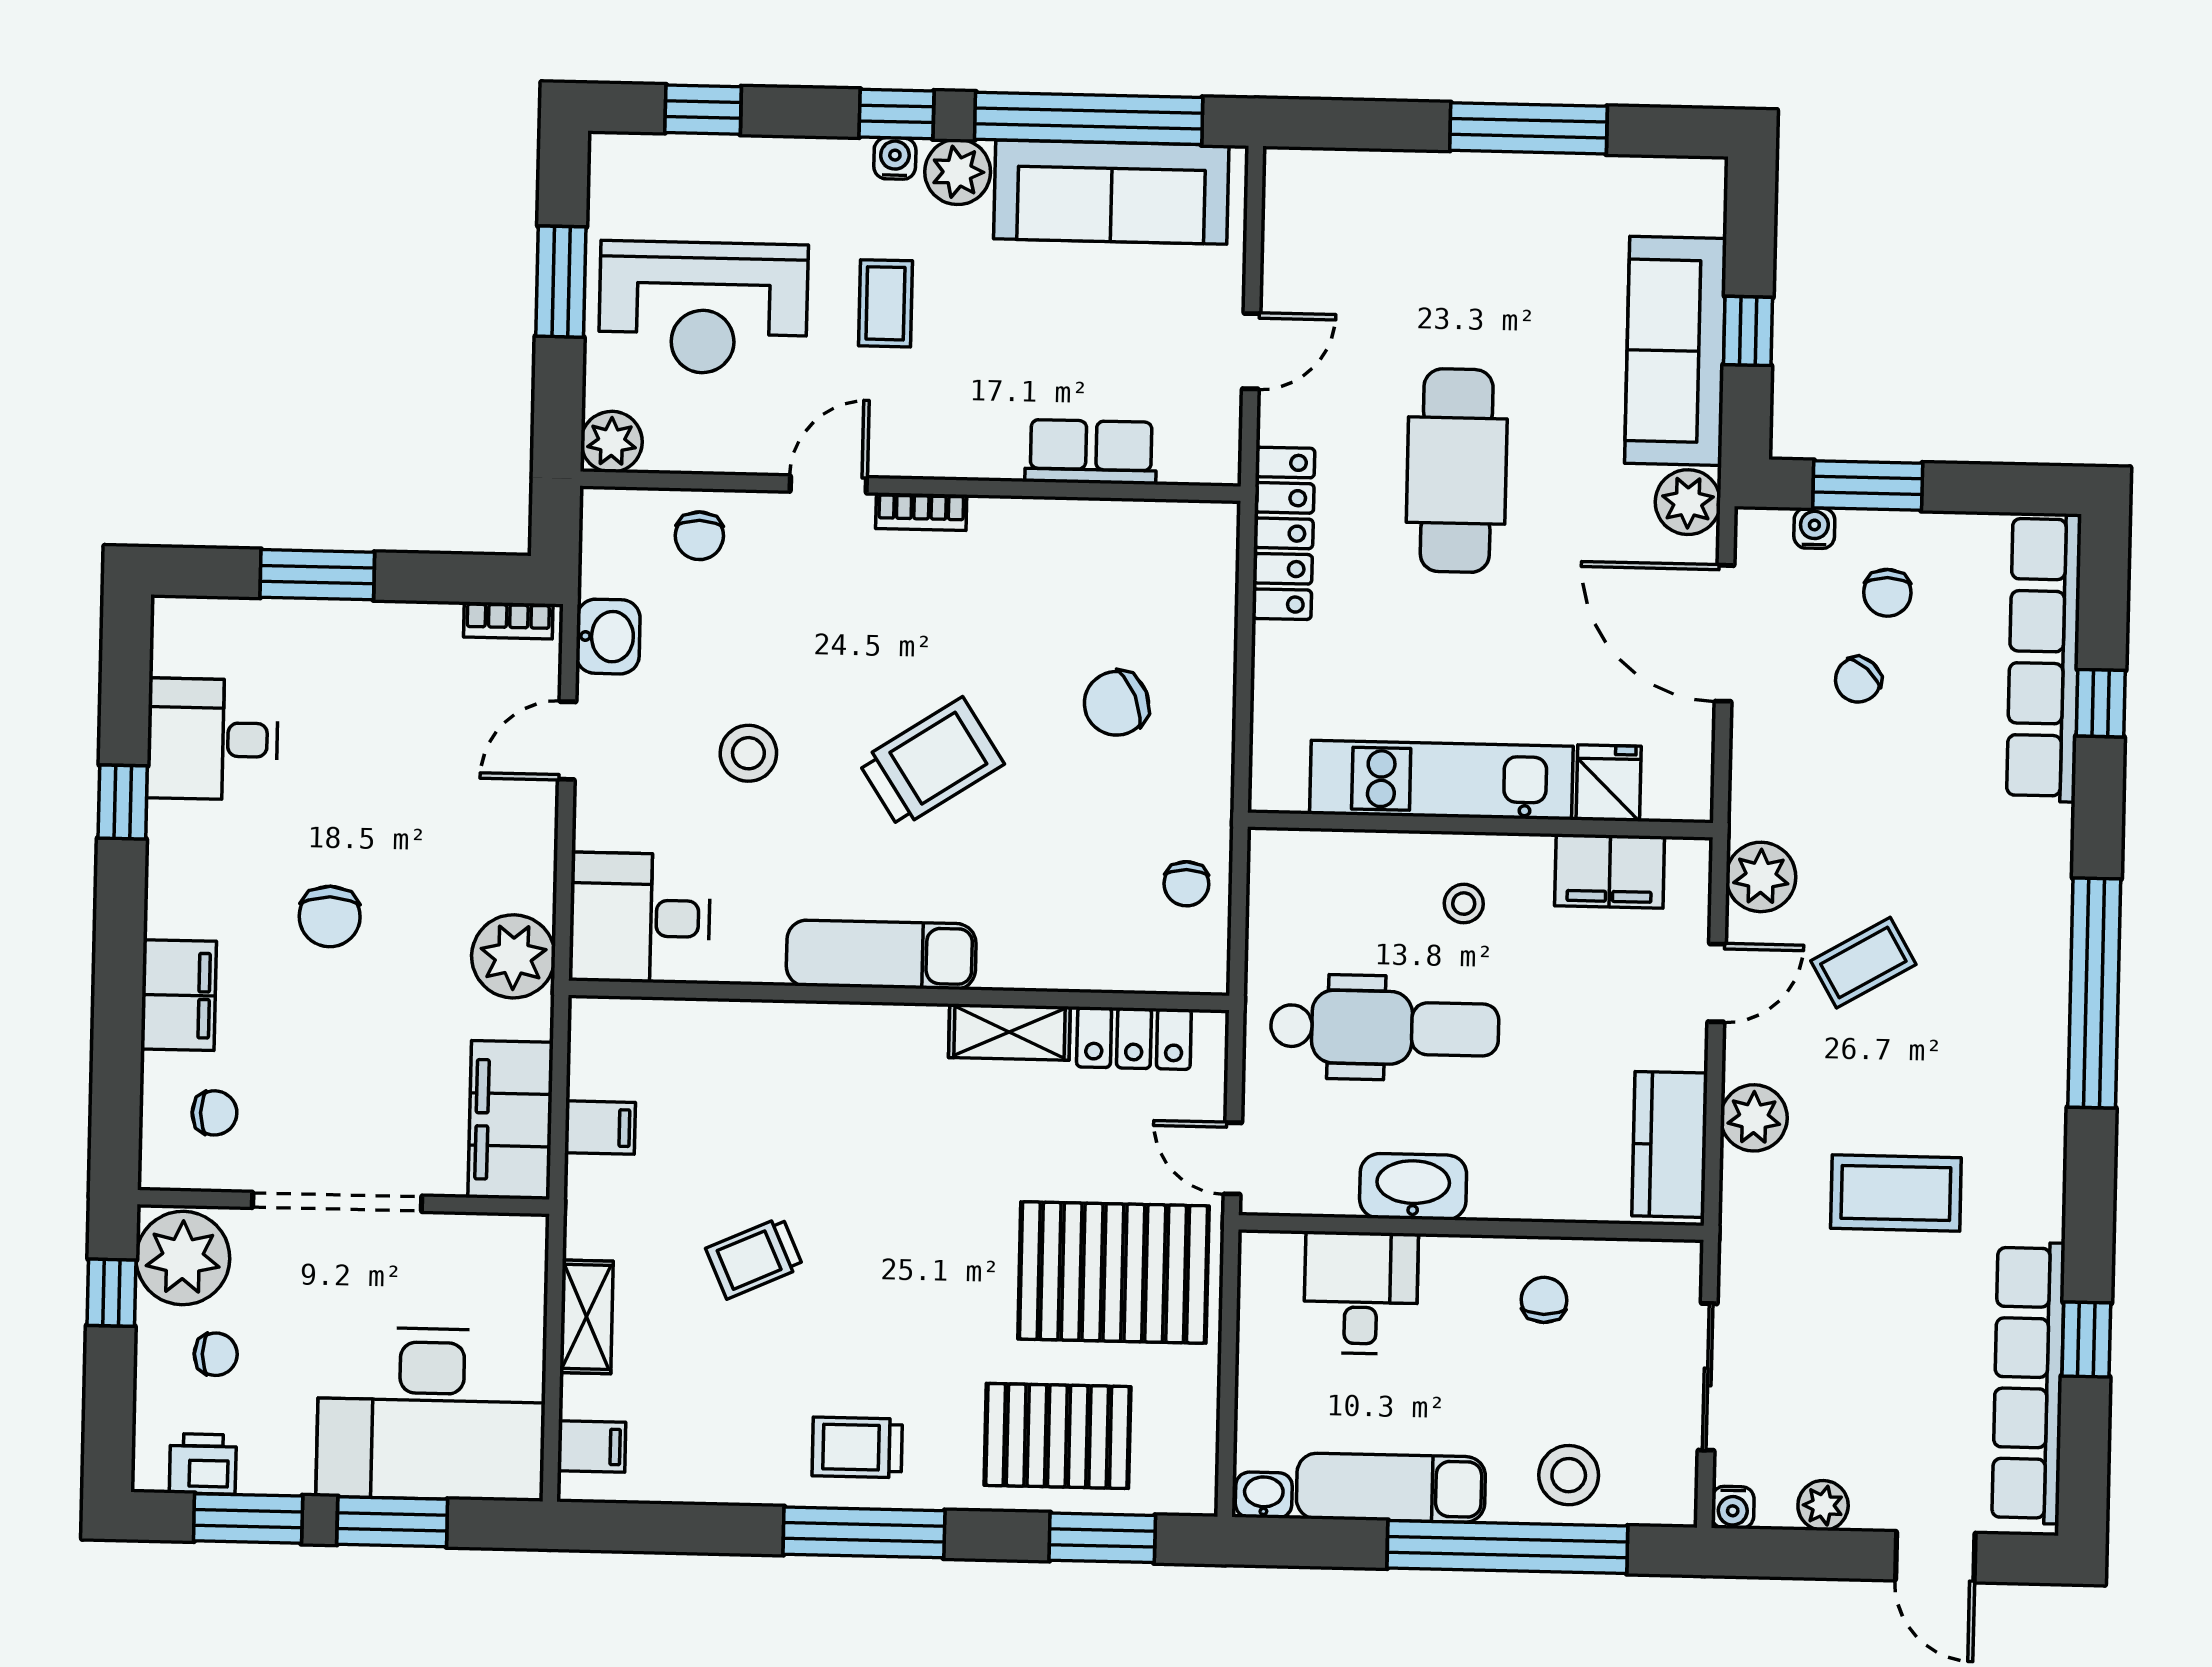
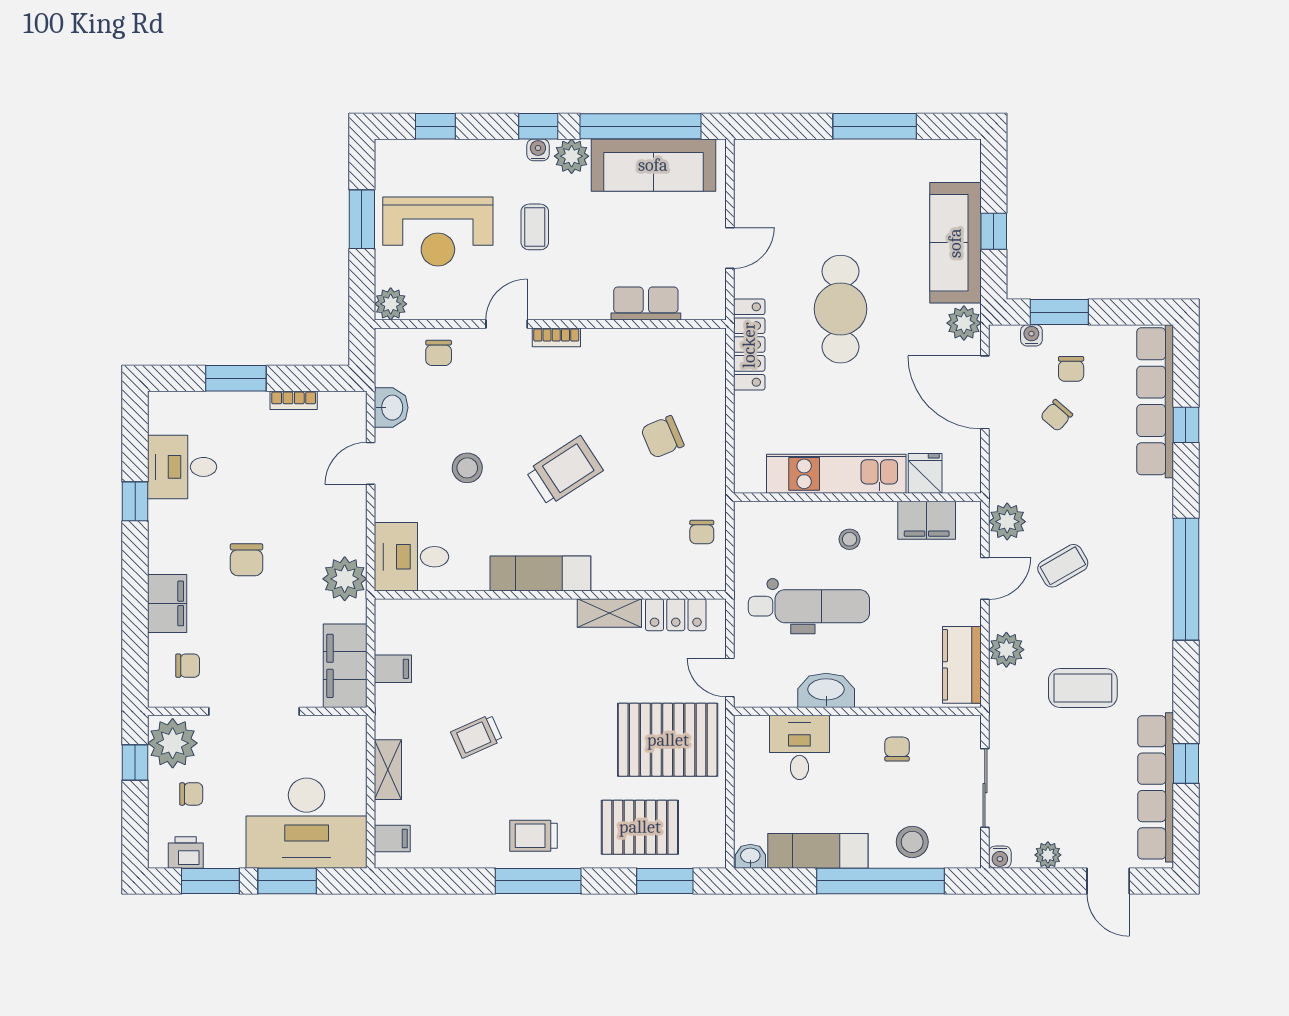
bookcase: (508, 620) -> (294, 400), moved

